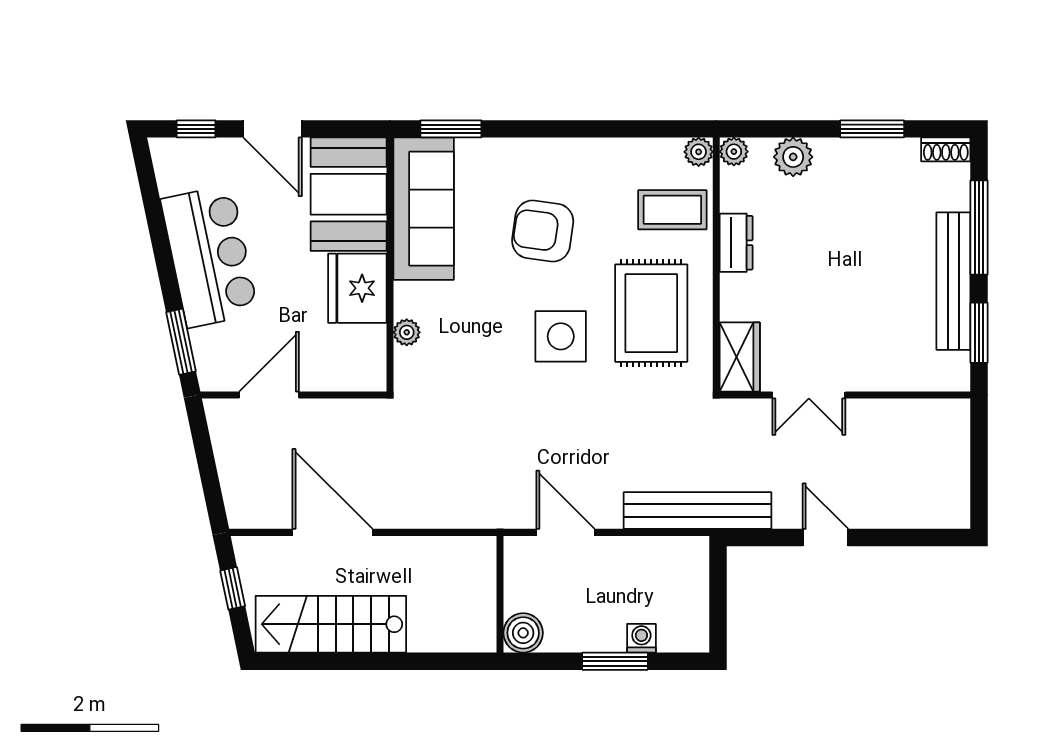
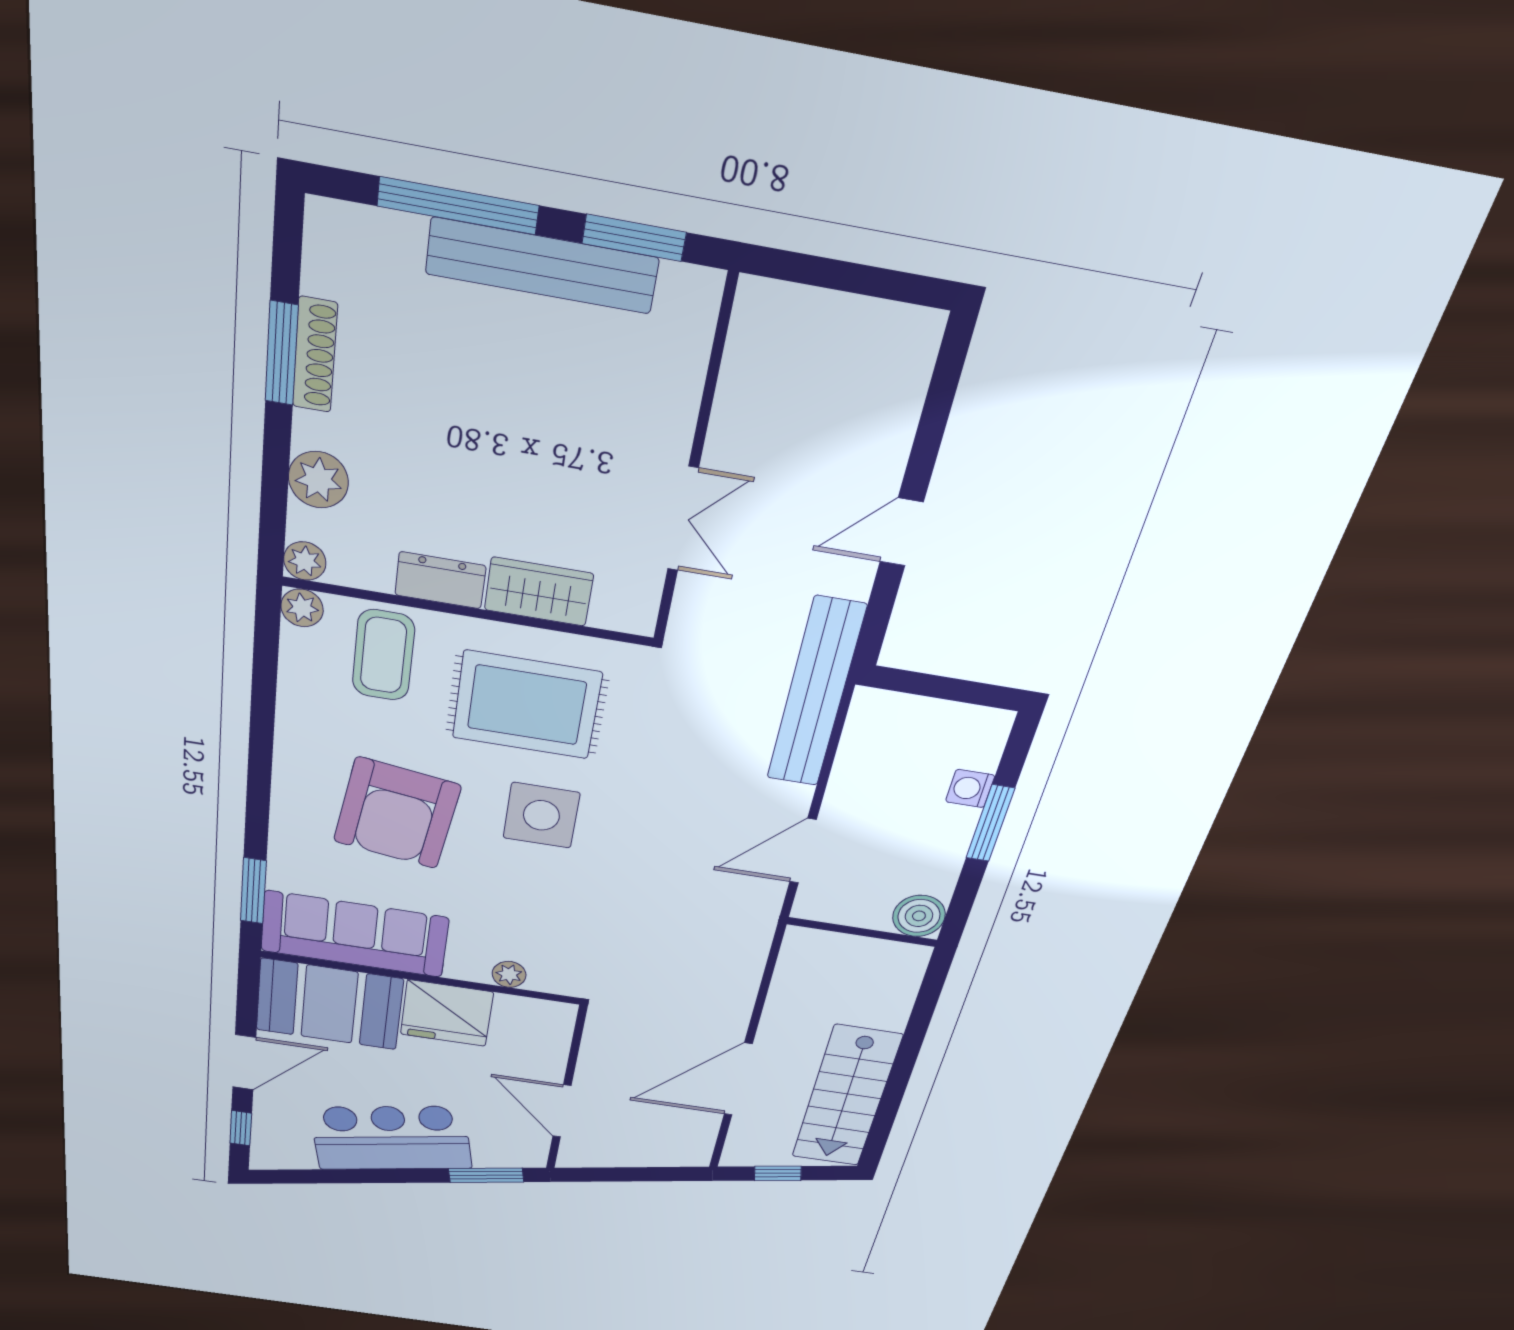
shoe rack: (946, 149) -> (315, 355), moved, width x1.43
armchair: (543, 231) -> (397, 813), width x1.36, depth x1.36
wardrobe: (740, 357) -> (539, 592), moved

